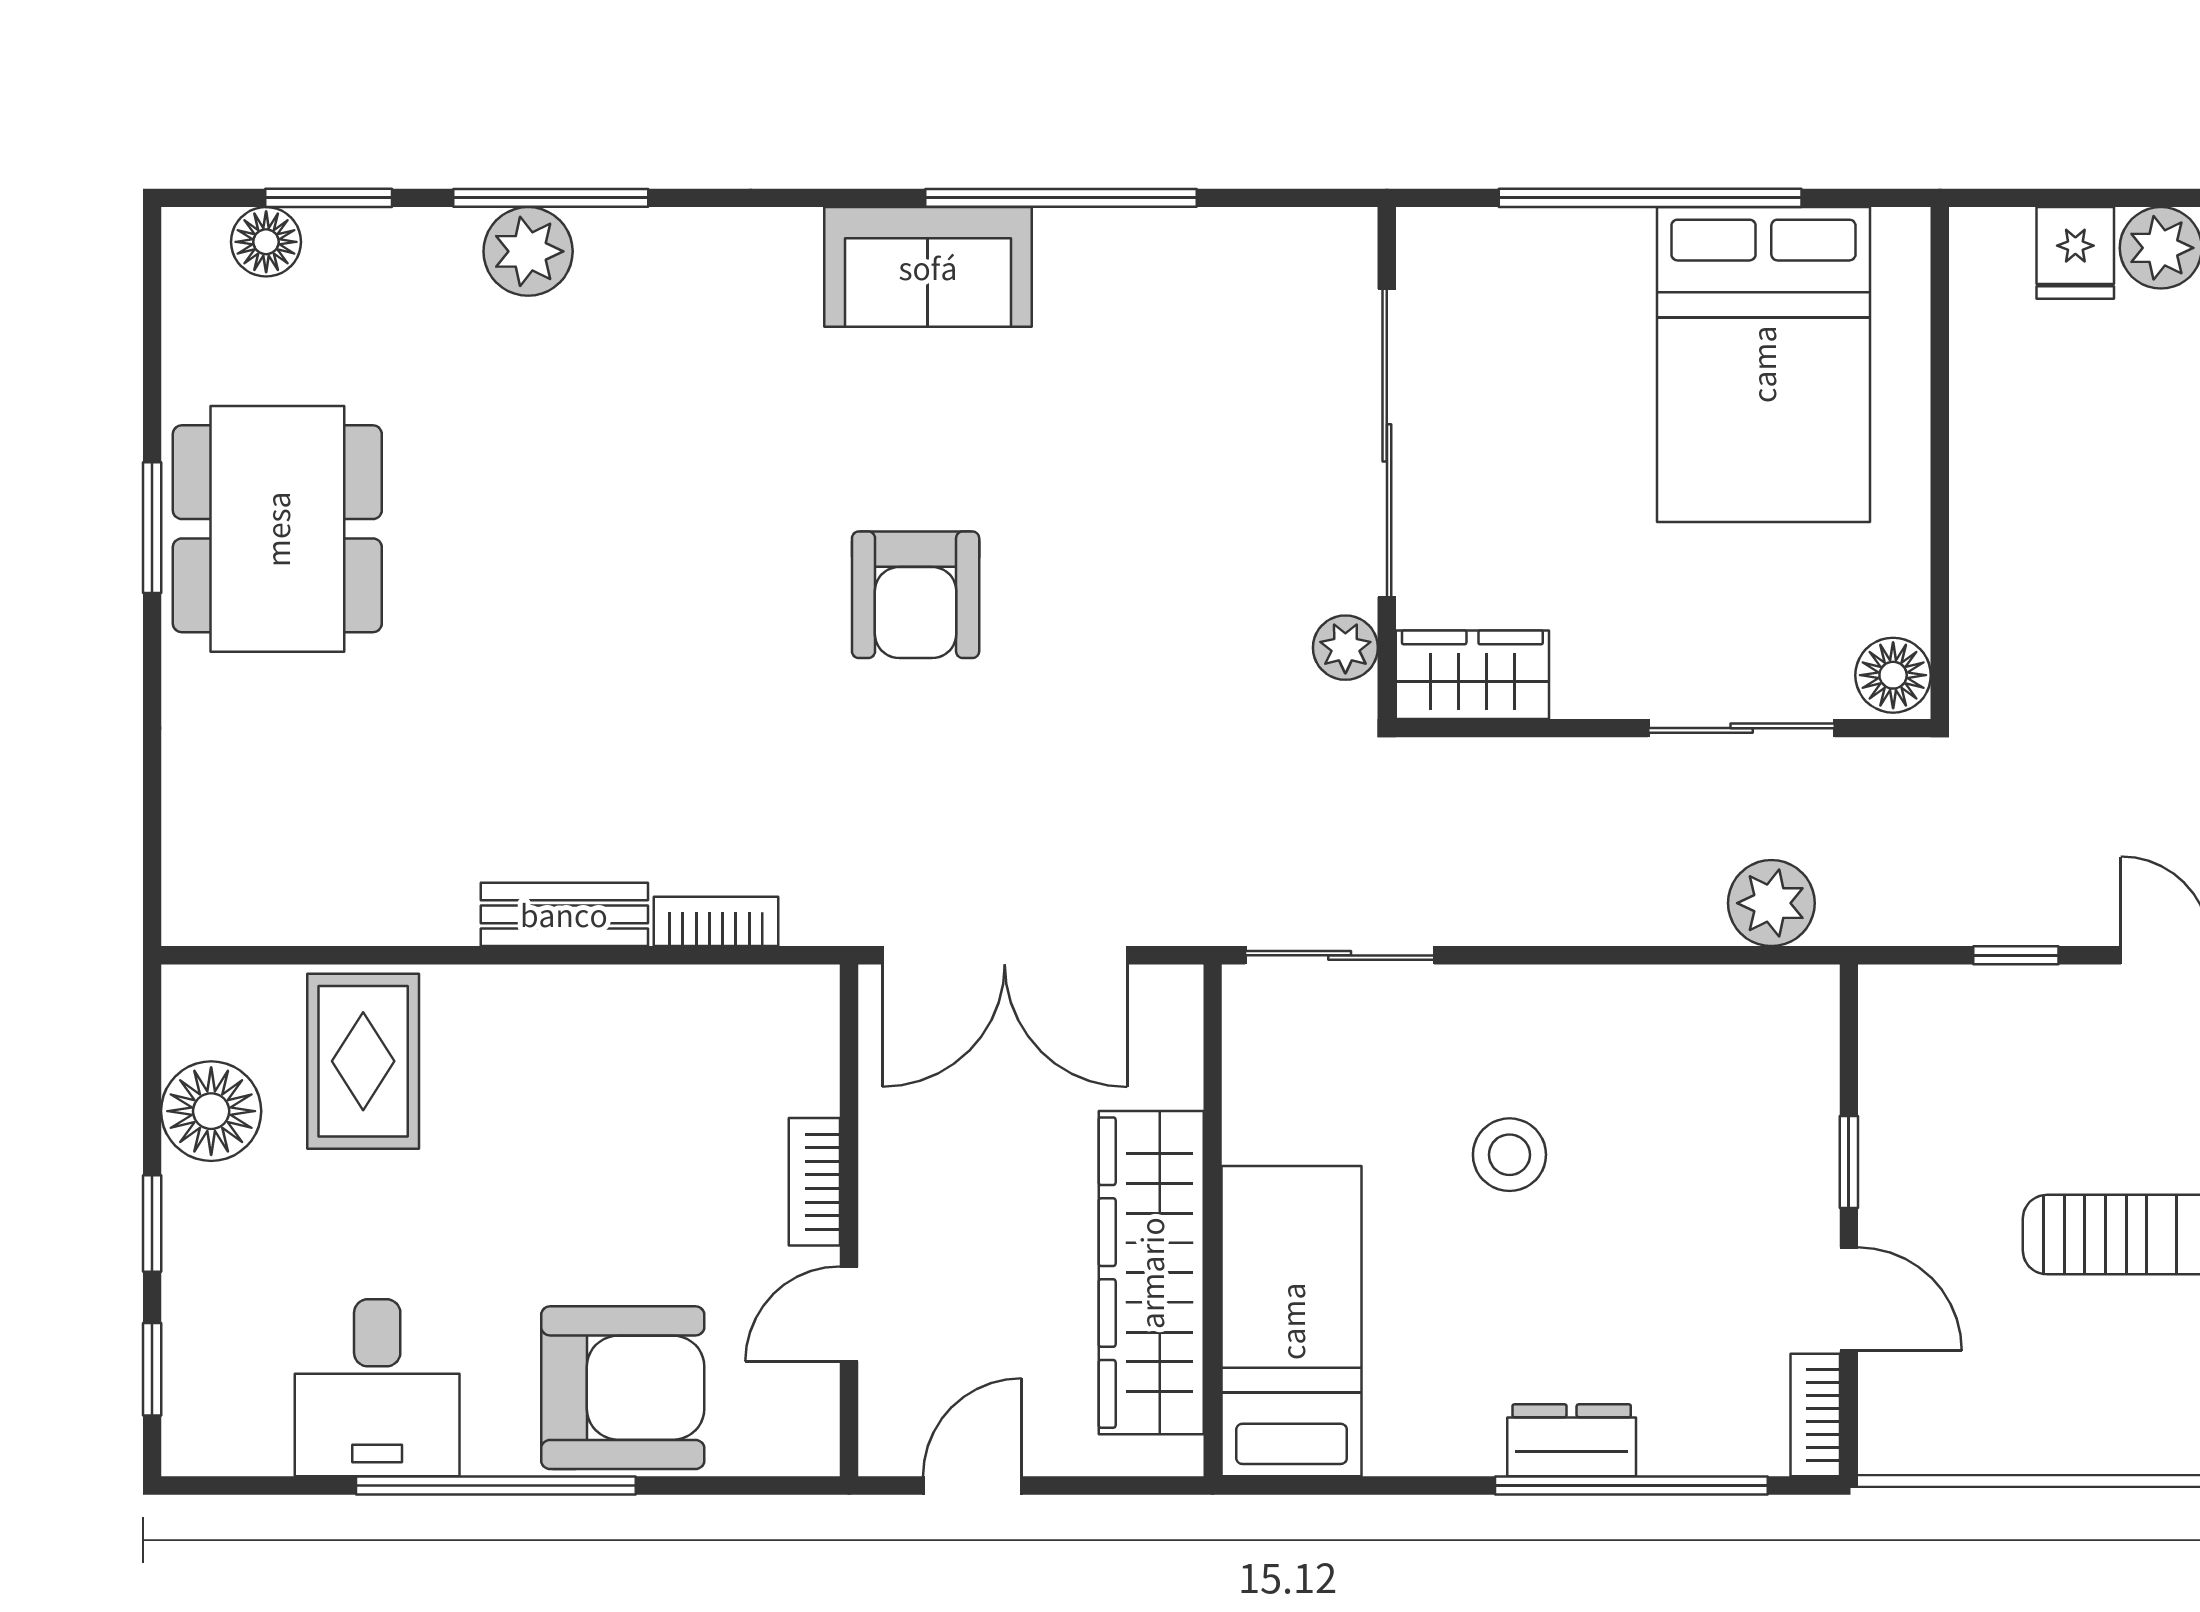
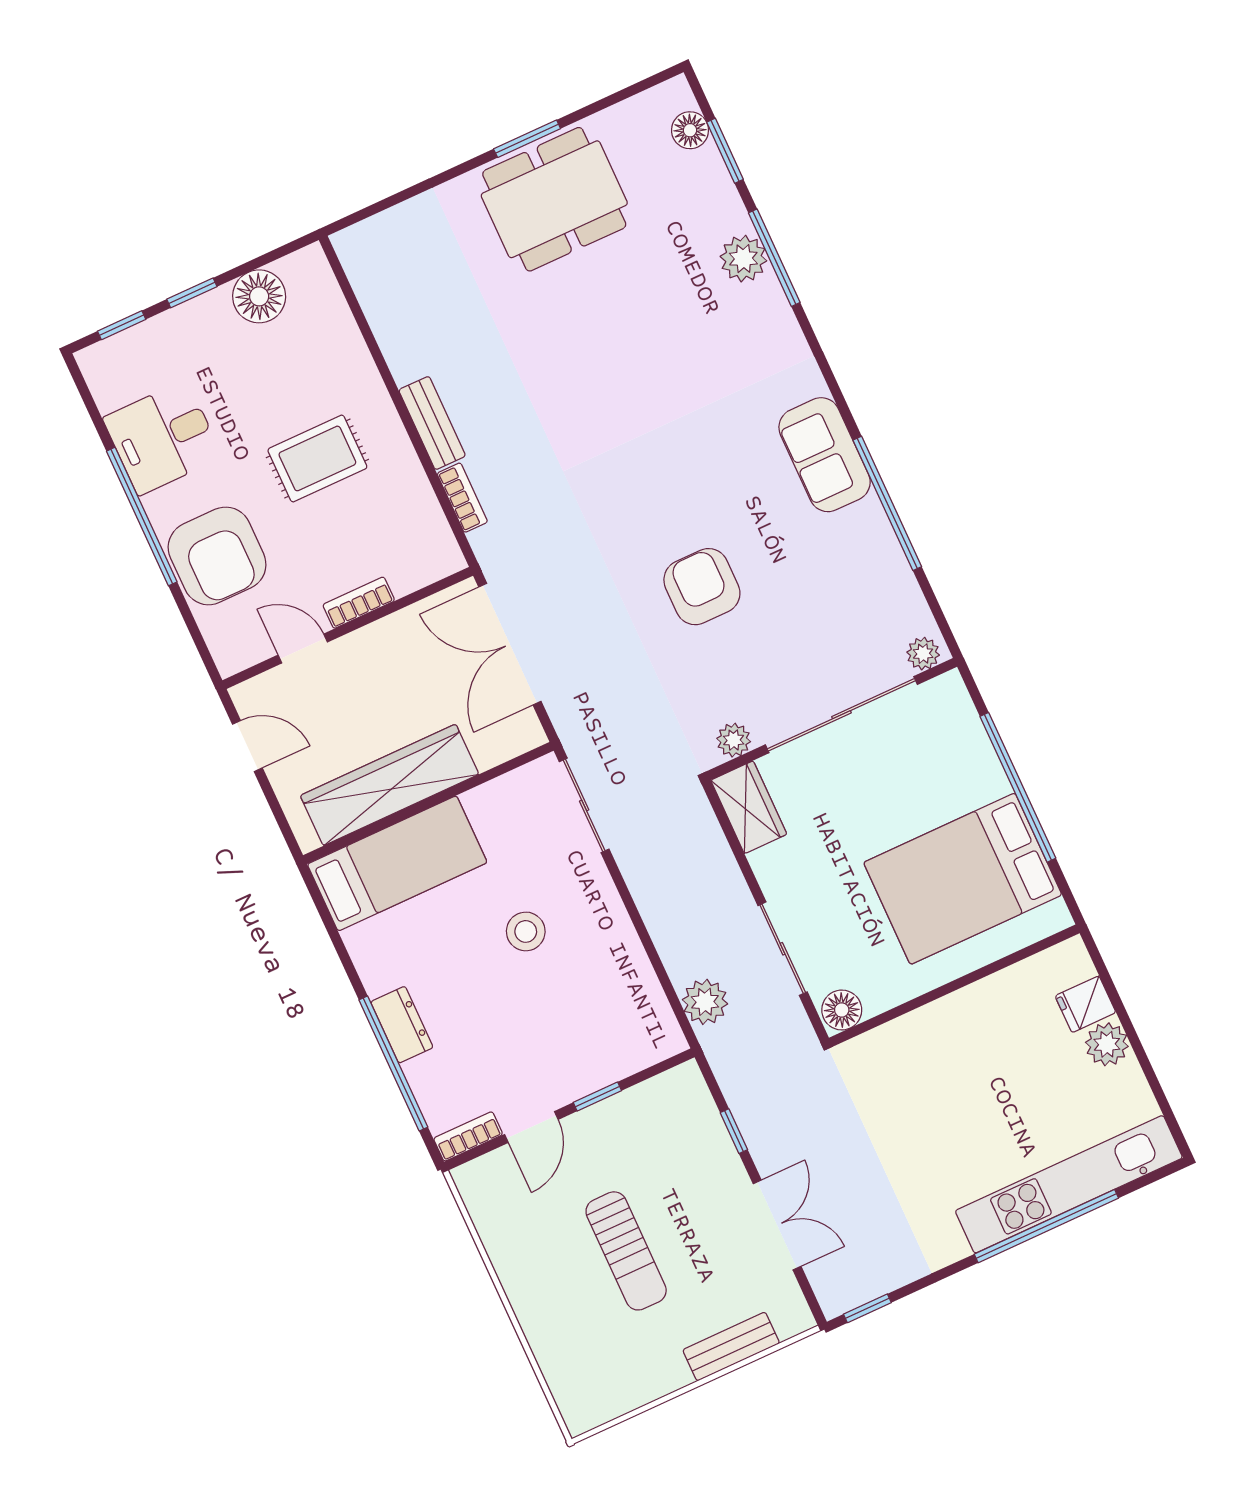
plant: (1347, 255) -> (923, 654), added
armchair: (916, 595) -> (702, 587), moved, turned 90
rug: (363, 1061) -> (317, 458), moved

